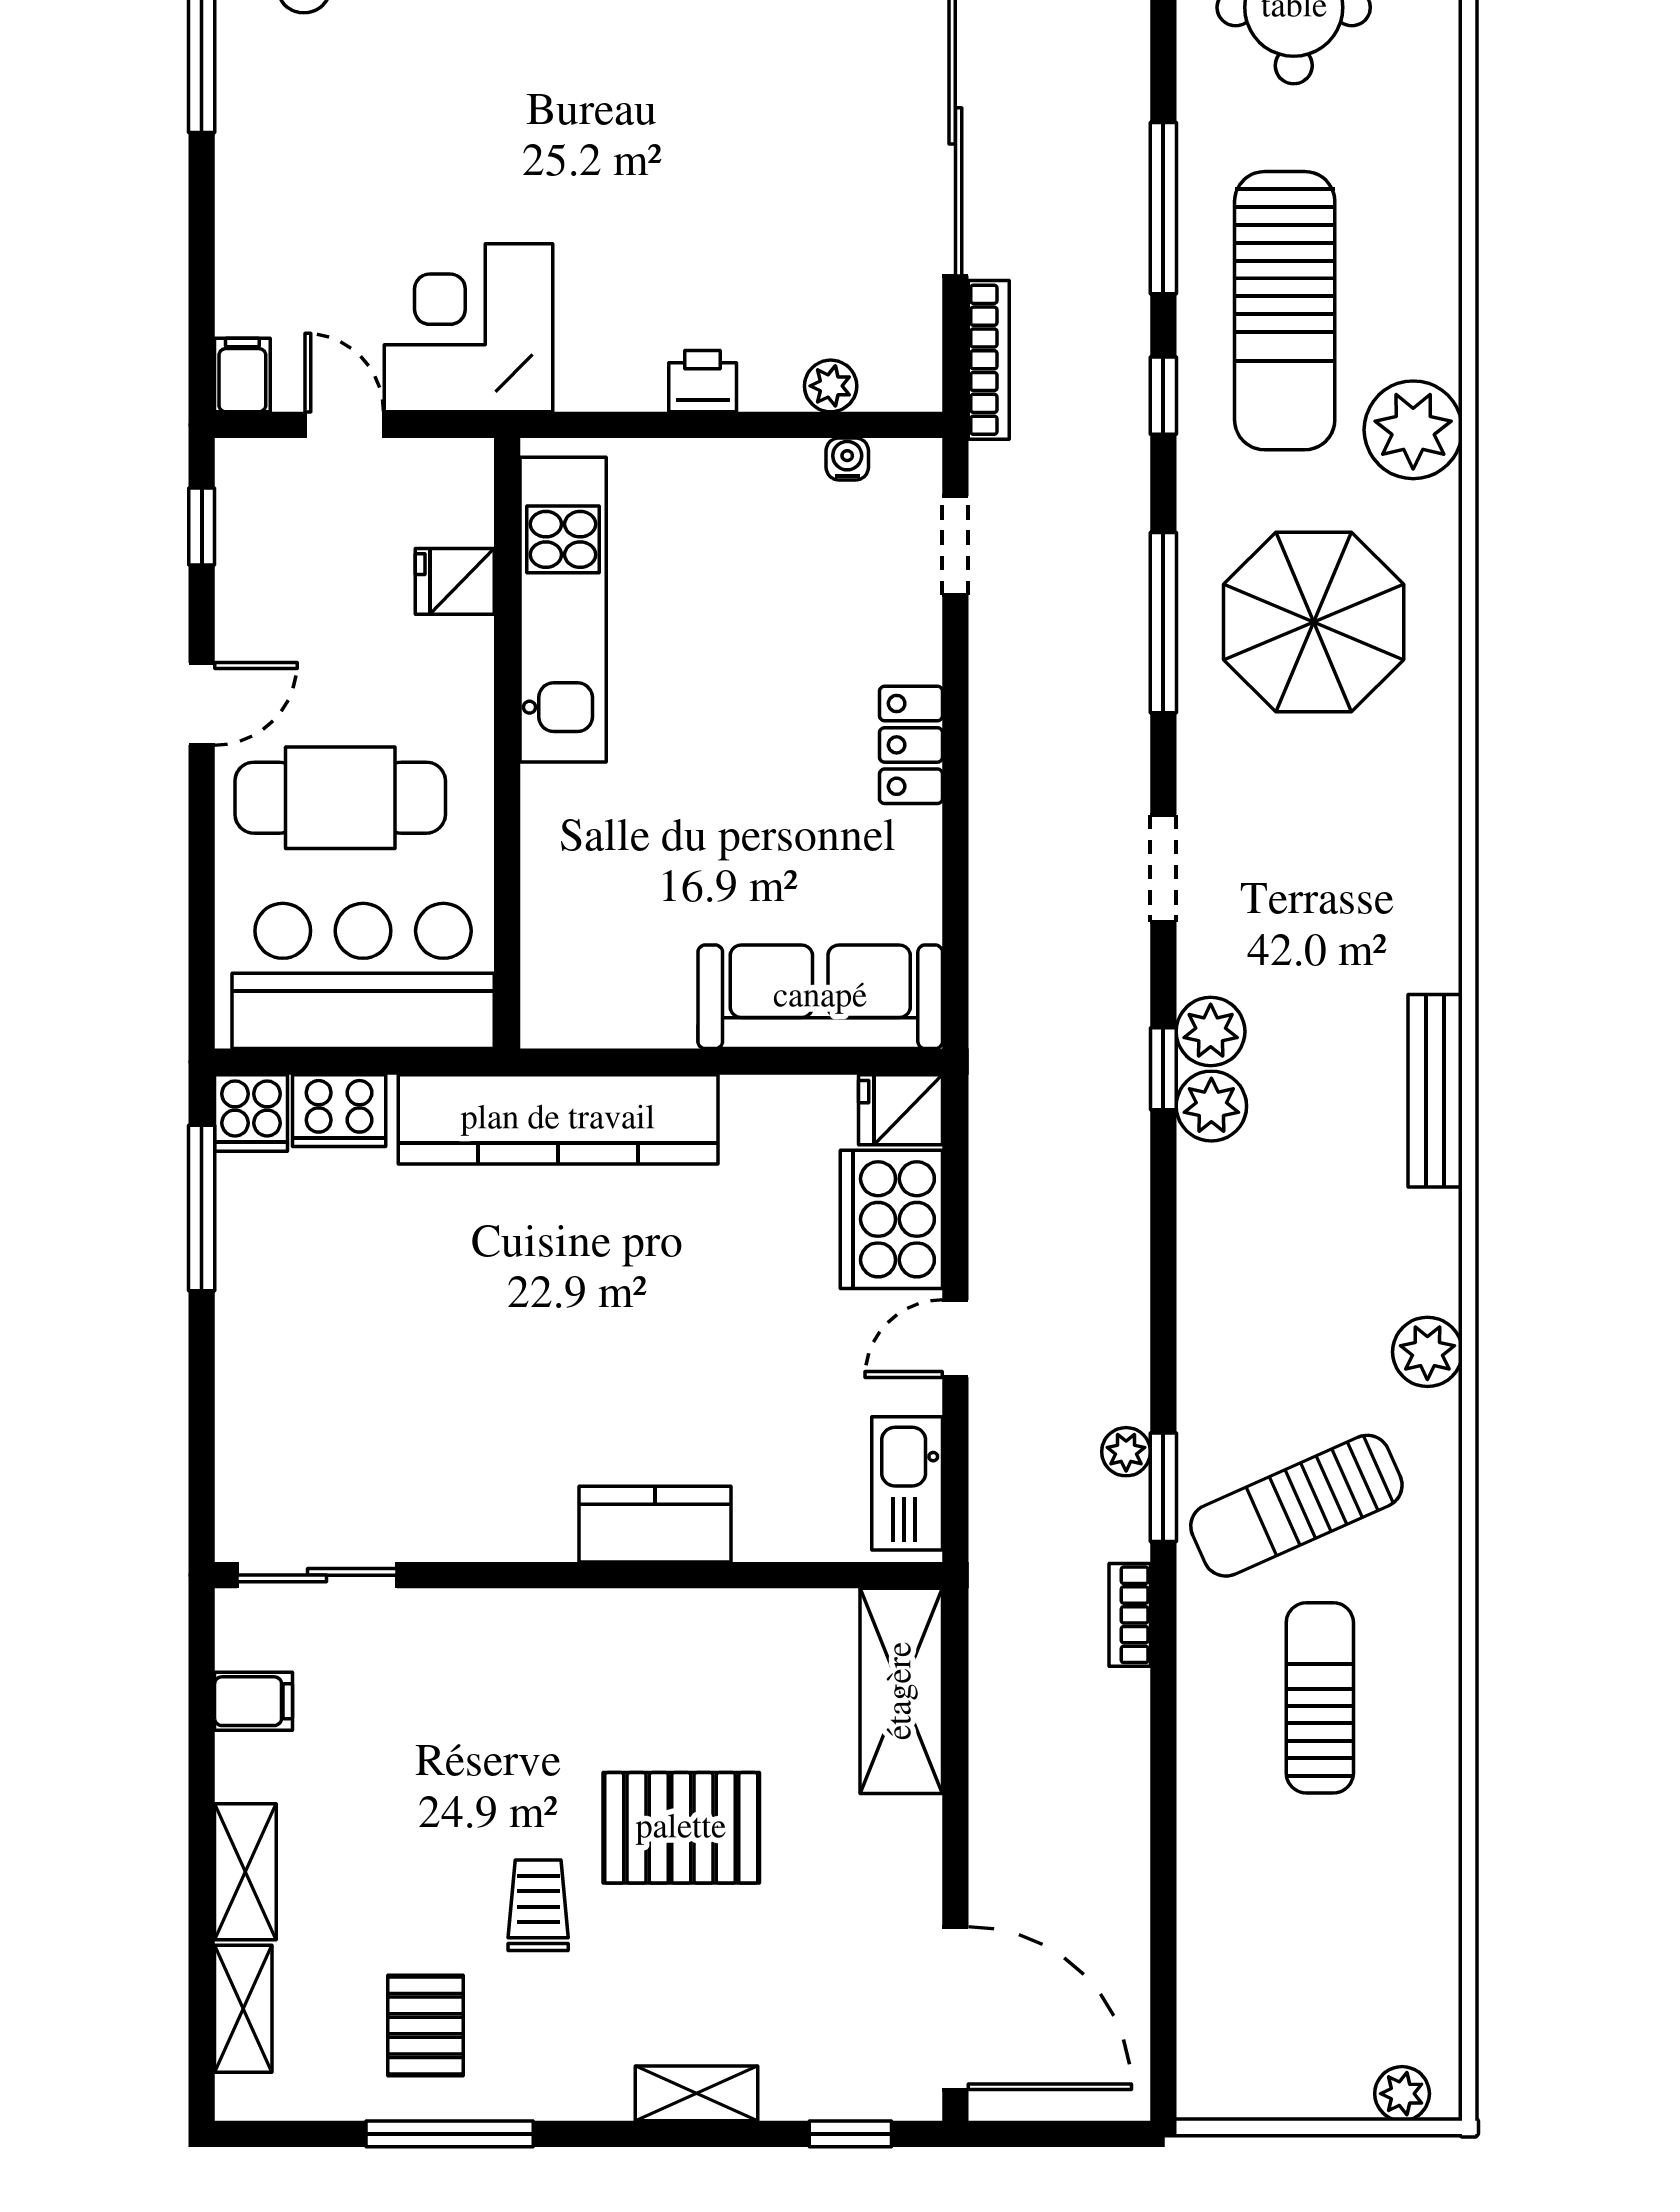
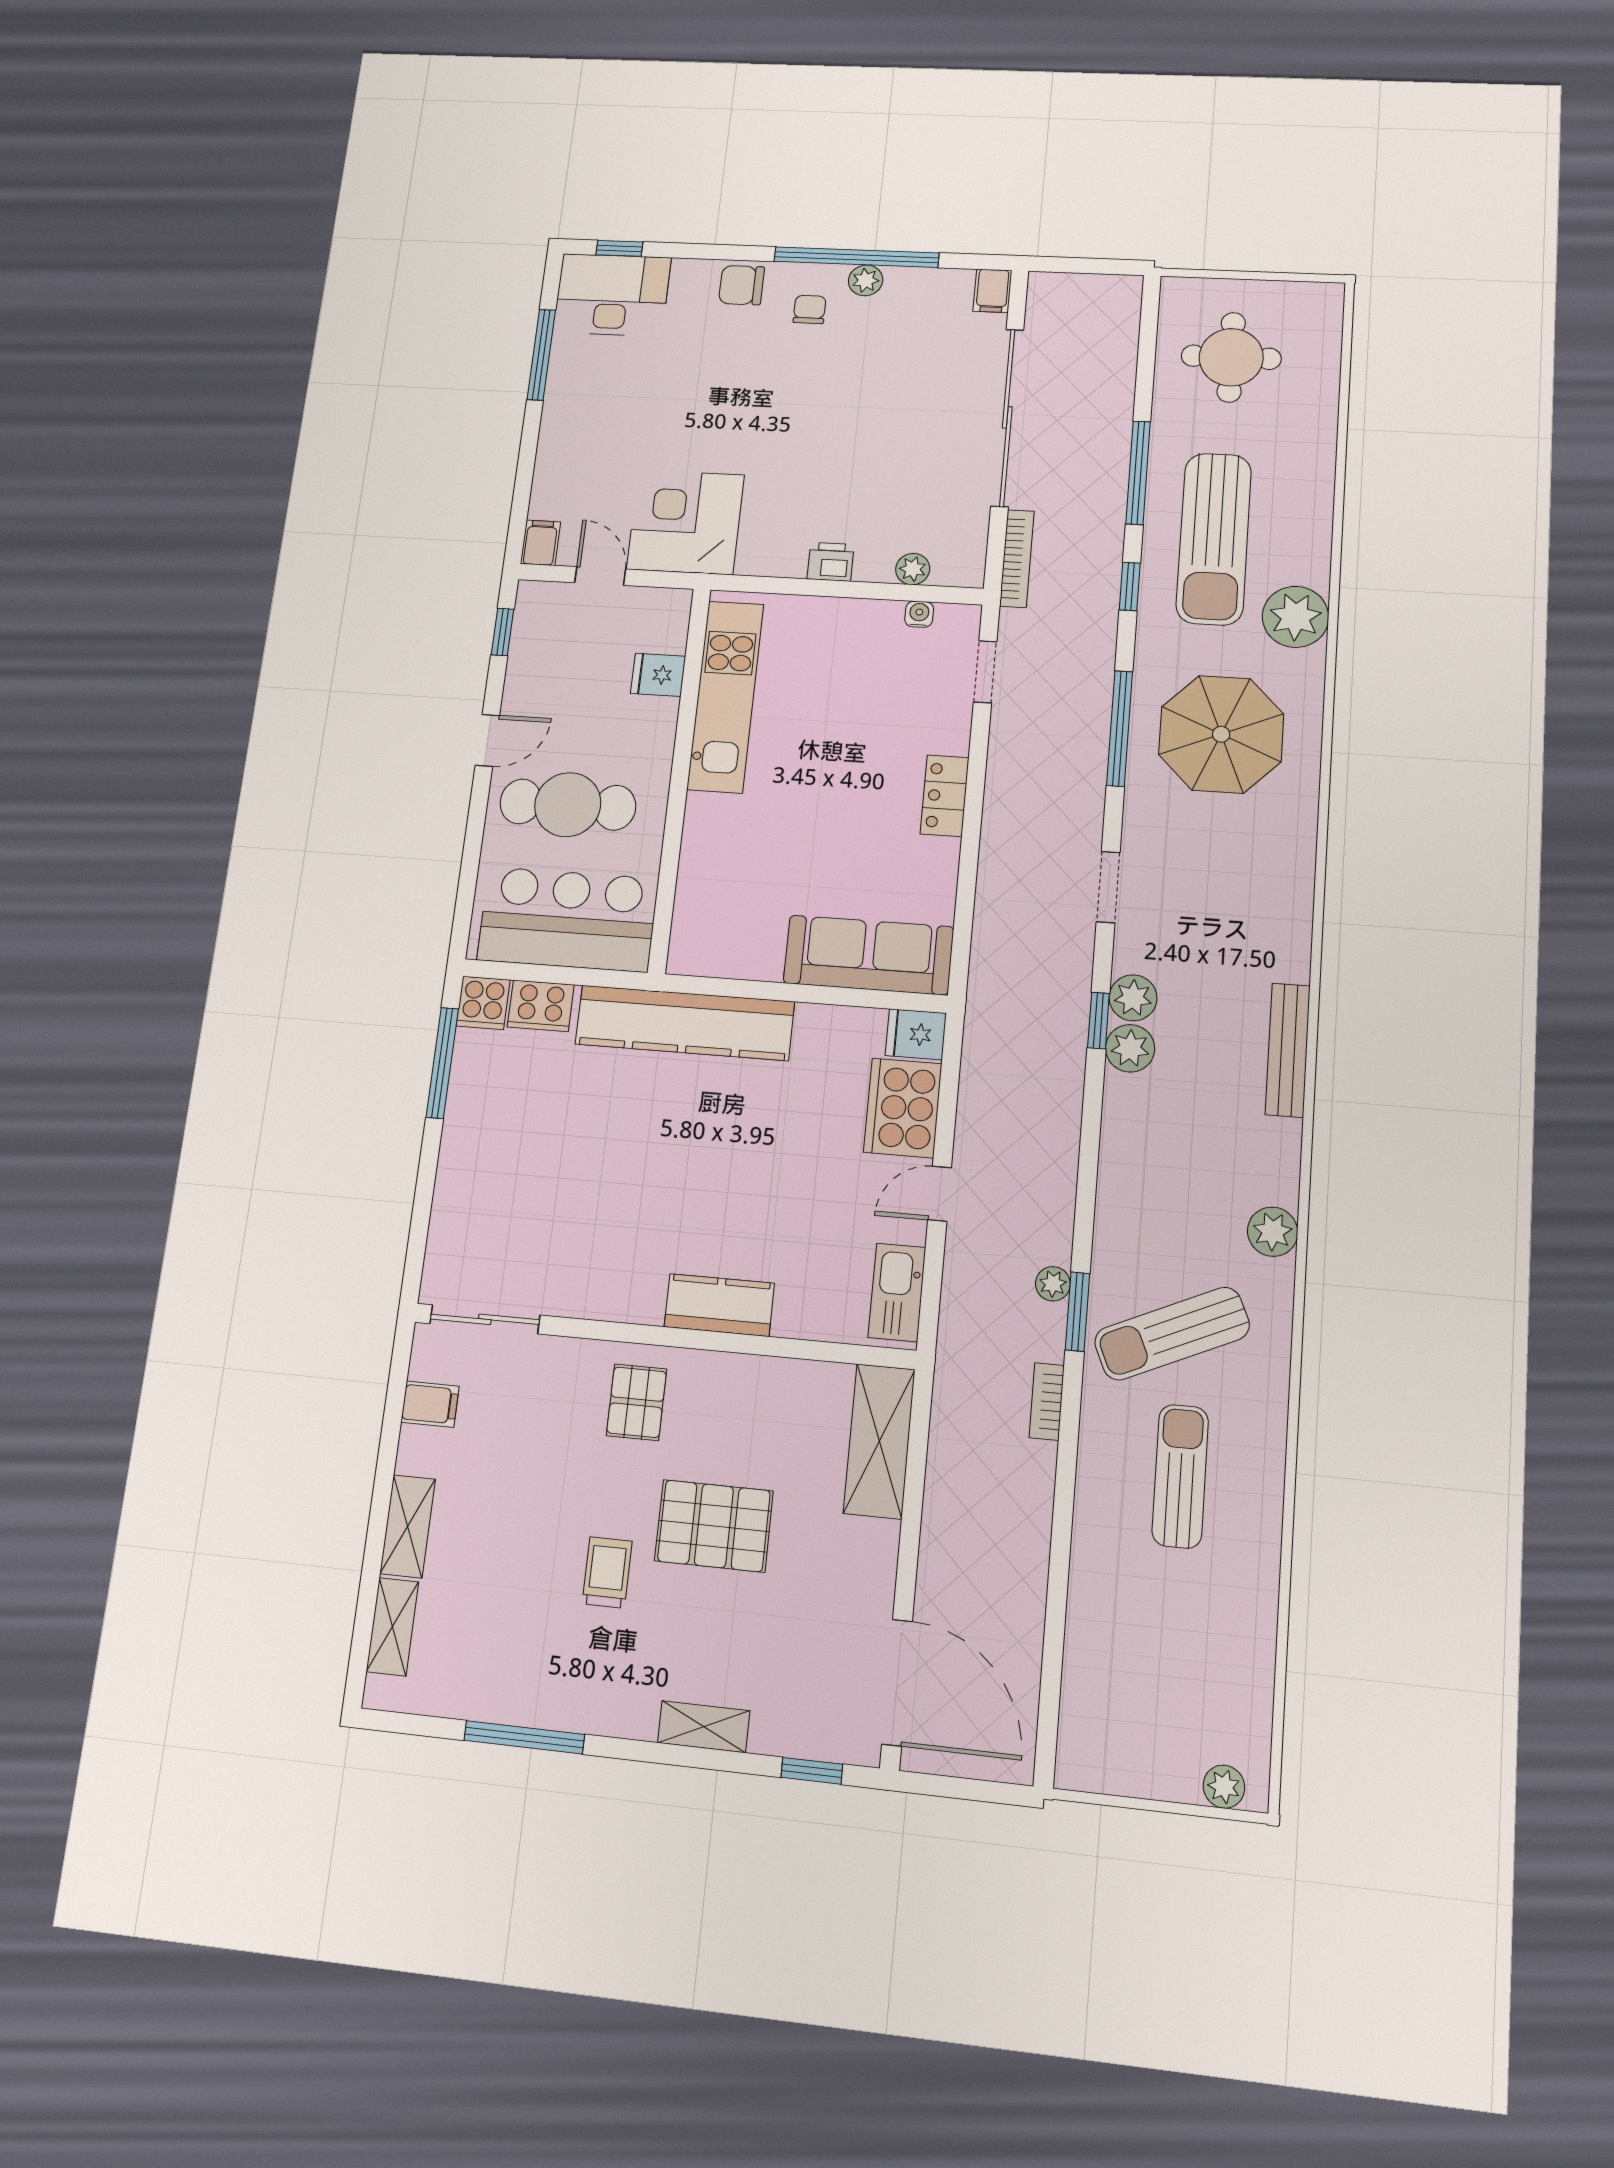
pallet: (425, 2025) -> (637, 1402), moved

